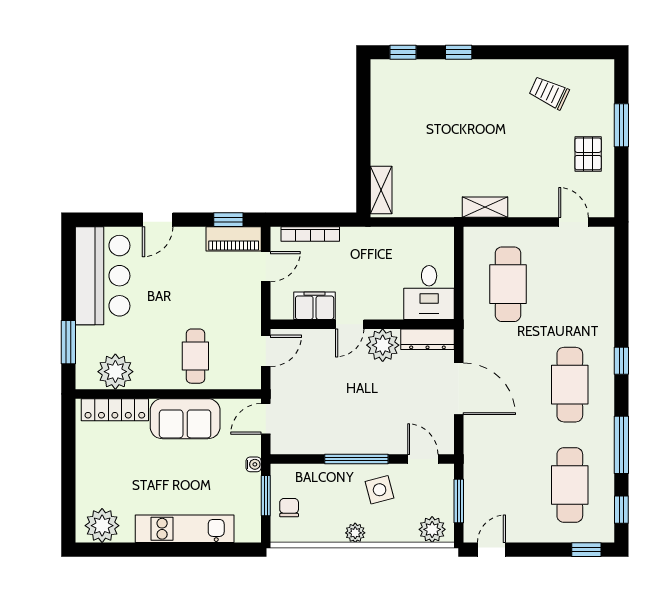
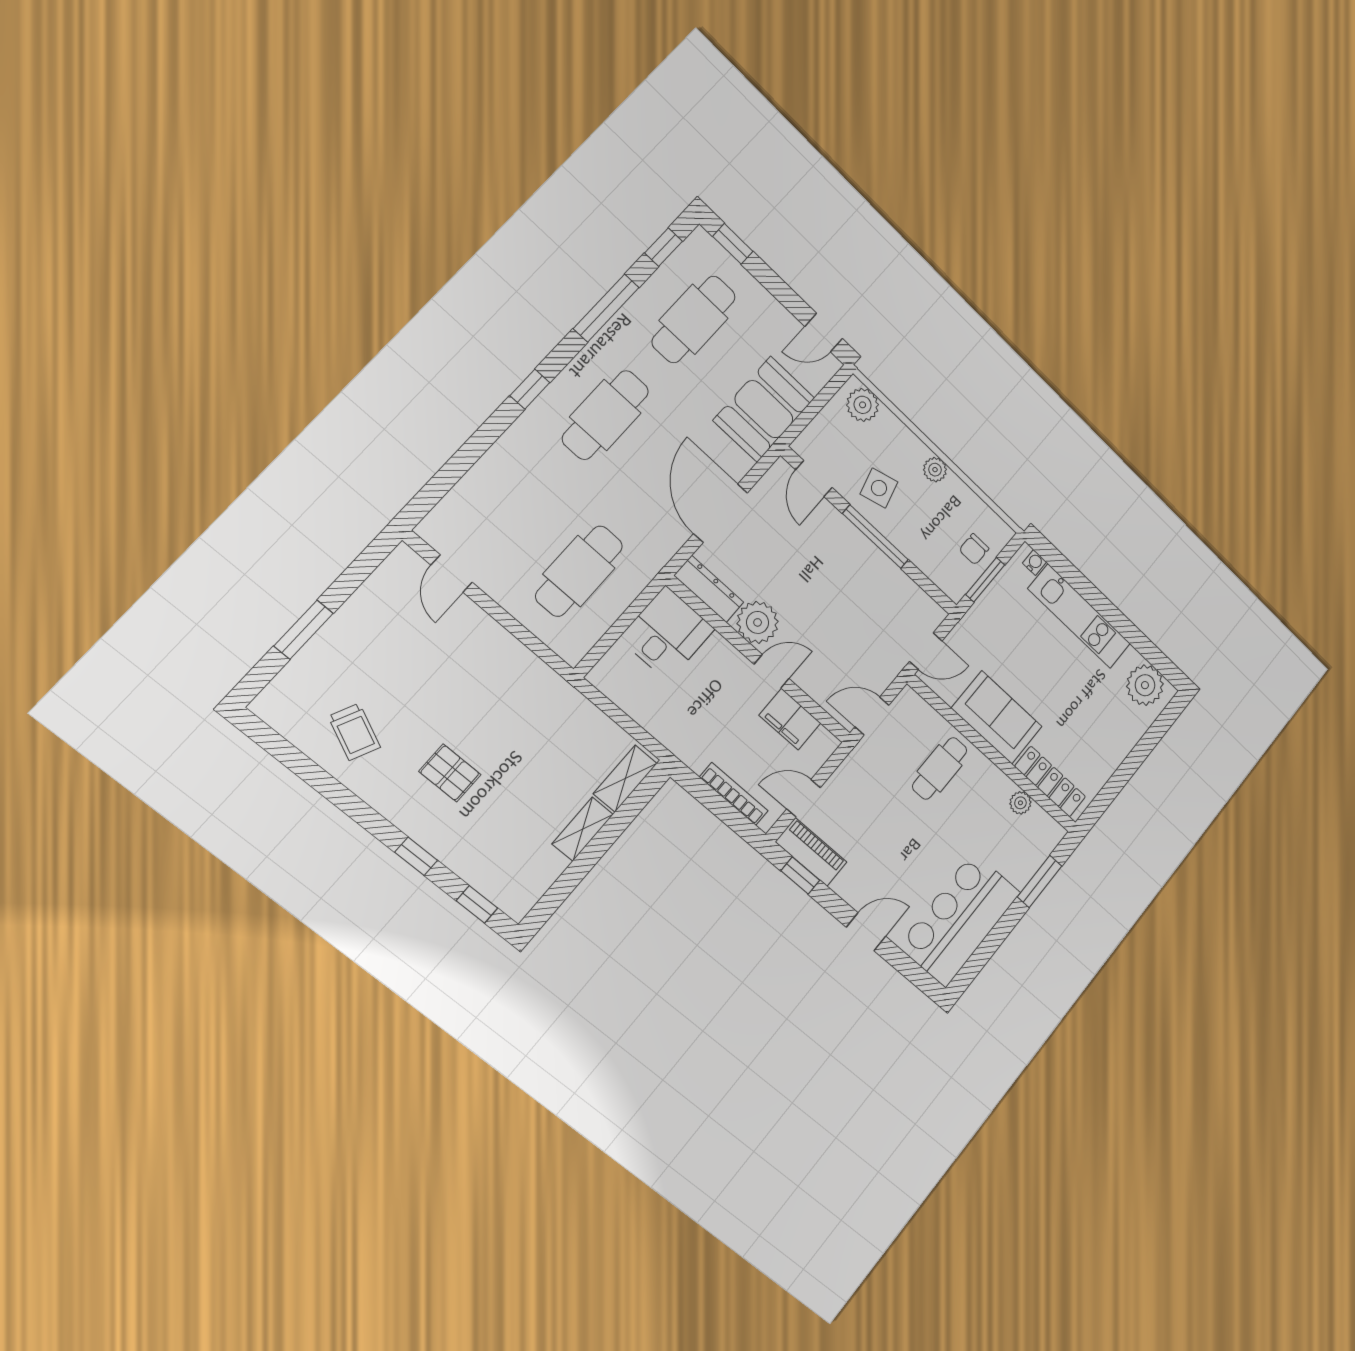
pallet: (588, 154) -> (450, 773), moved, turned 90
shelving: (485, 207) -> (583, 829), moved, turned 90
plant: (115, 372) -> (1020, 803), width x0.53, depth x0.53
water cooler: (254, 464) -> (1034, 563), moved, turned 90
booth: (486, 472) -> (764, 409), added
window: (459, 501) -> (815, 407), removed

